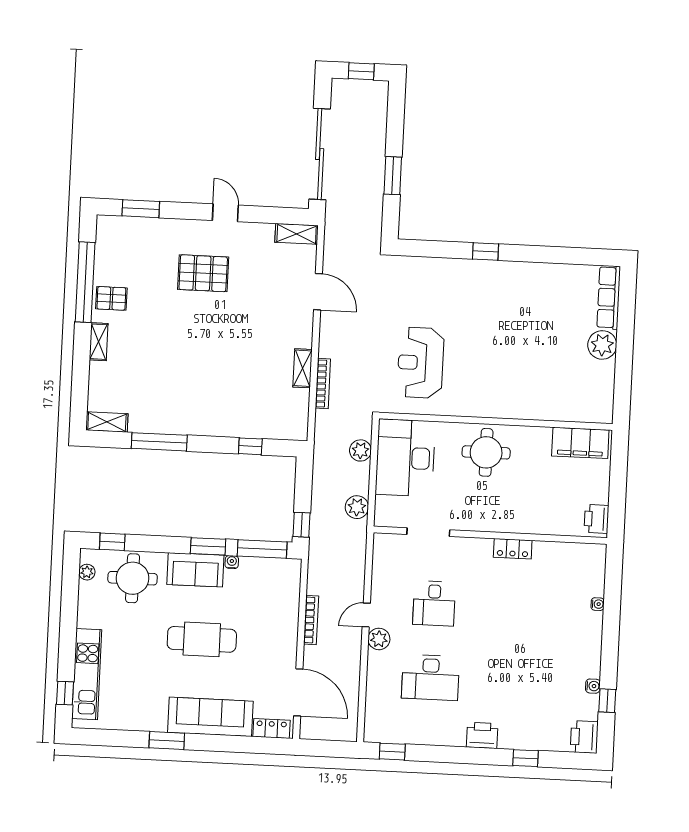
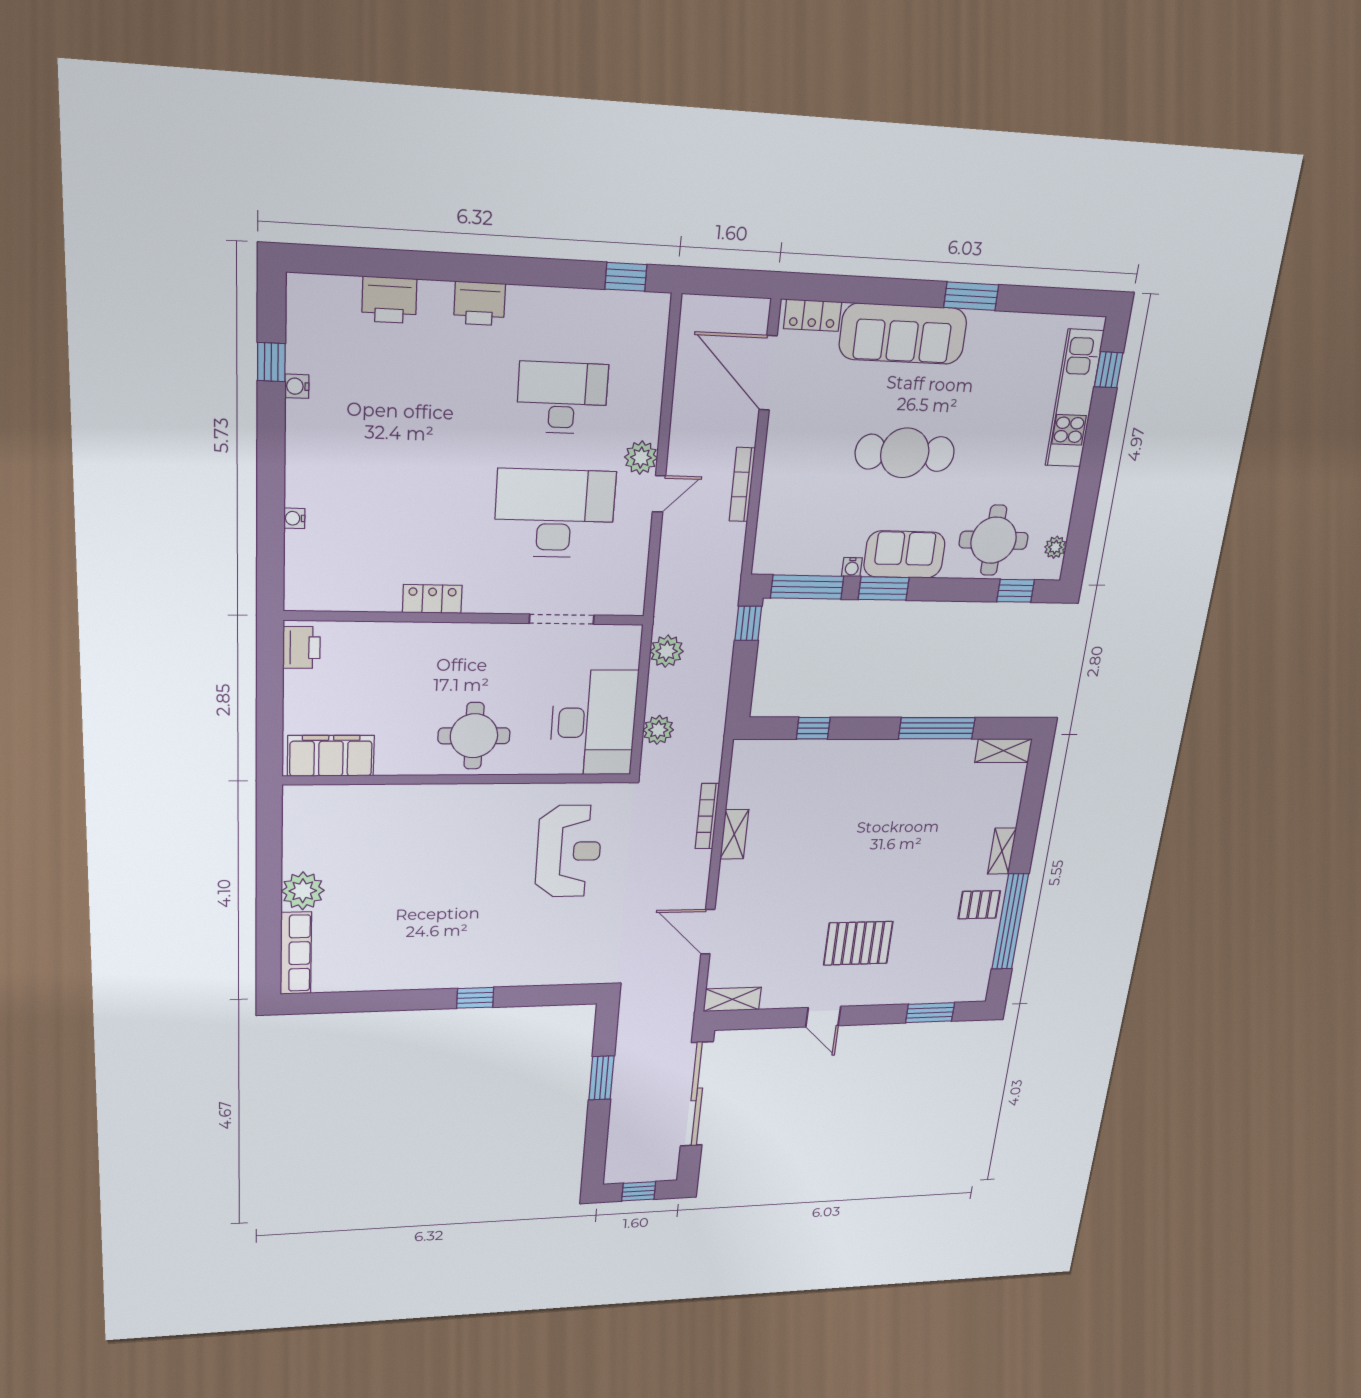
desk: (434, 603) -> (555, 514), width x1.87, depth x1.30
printer: (584, 737) -> (389, 300), moved, turned 90
window: (525, 758) -> (407, 265), removed

